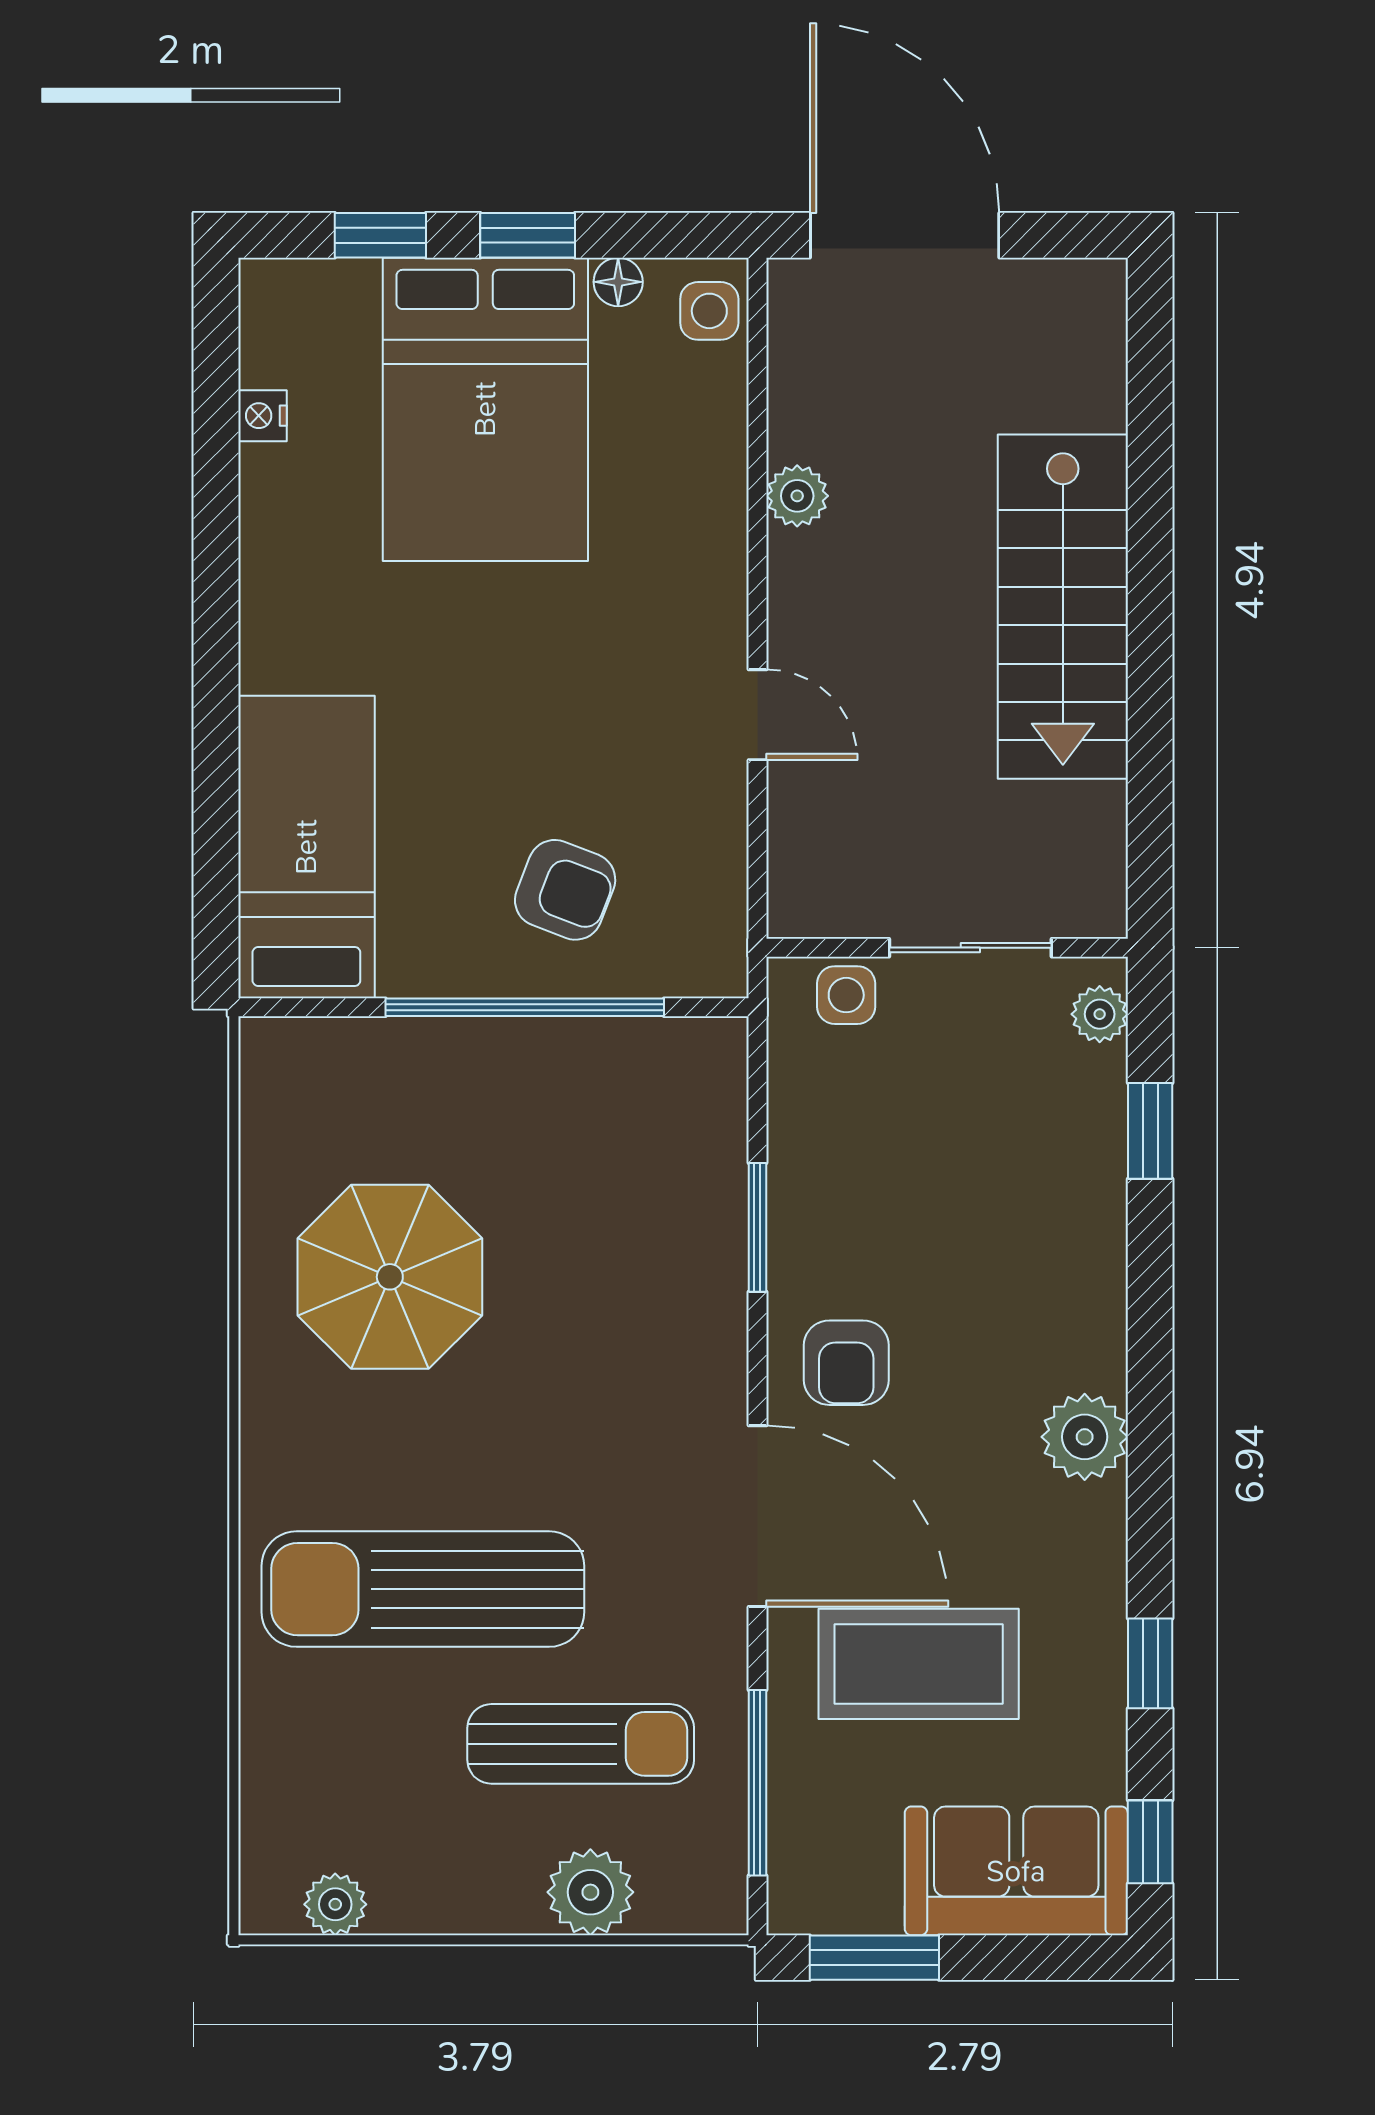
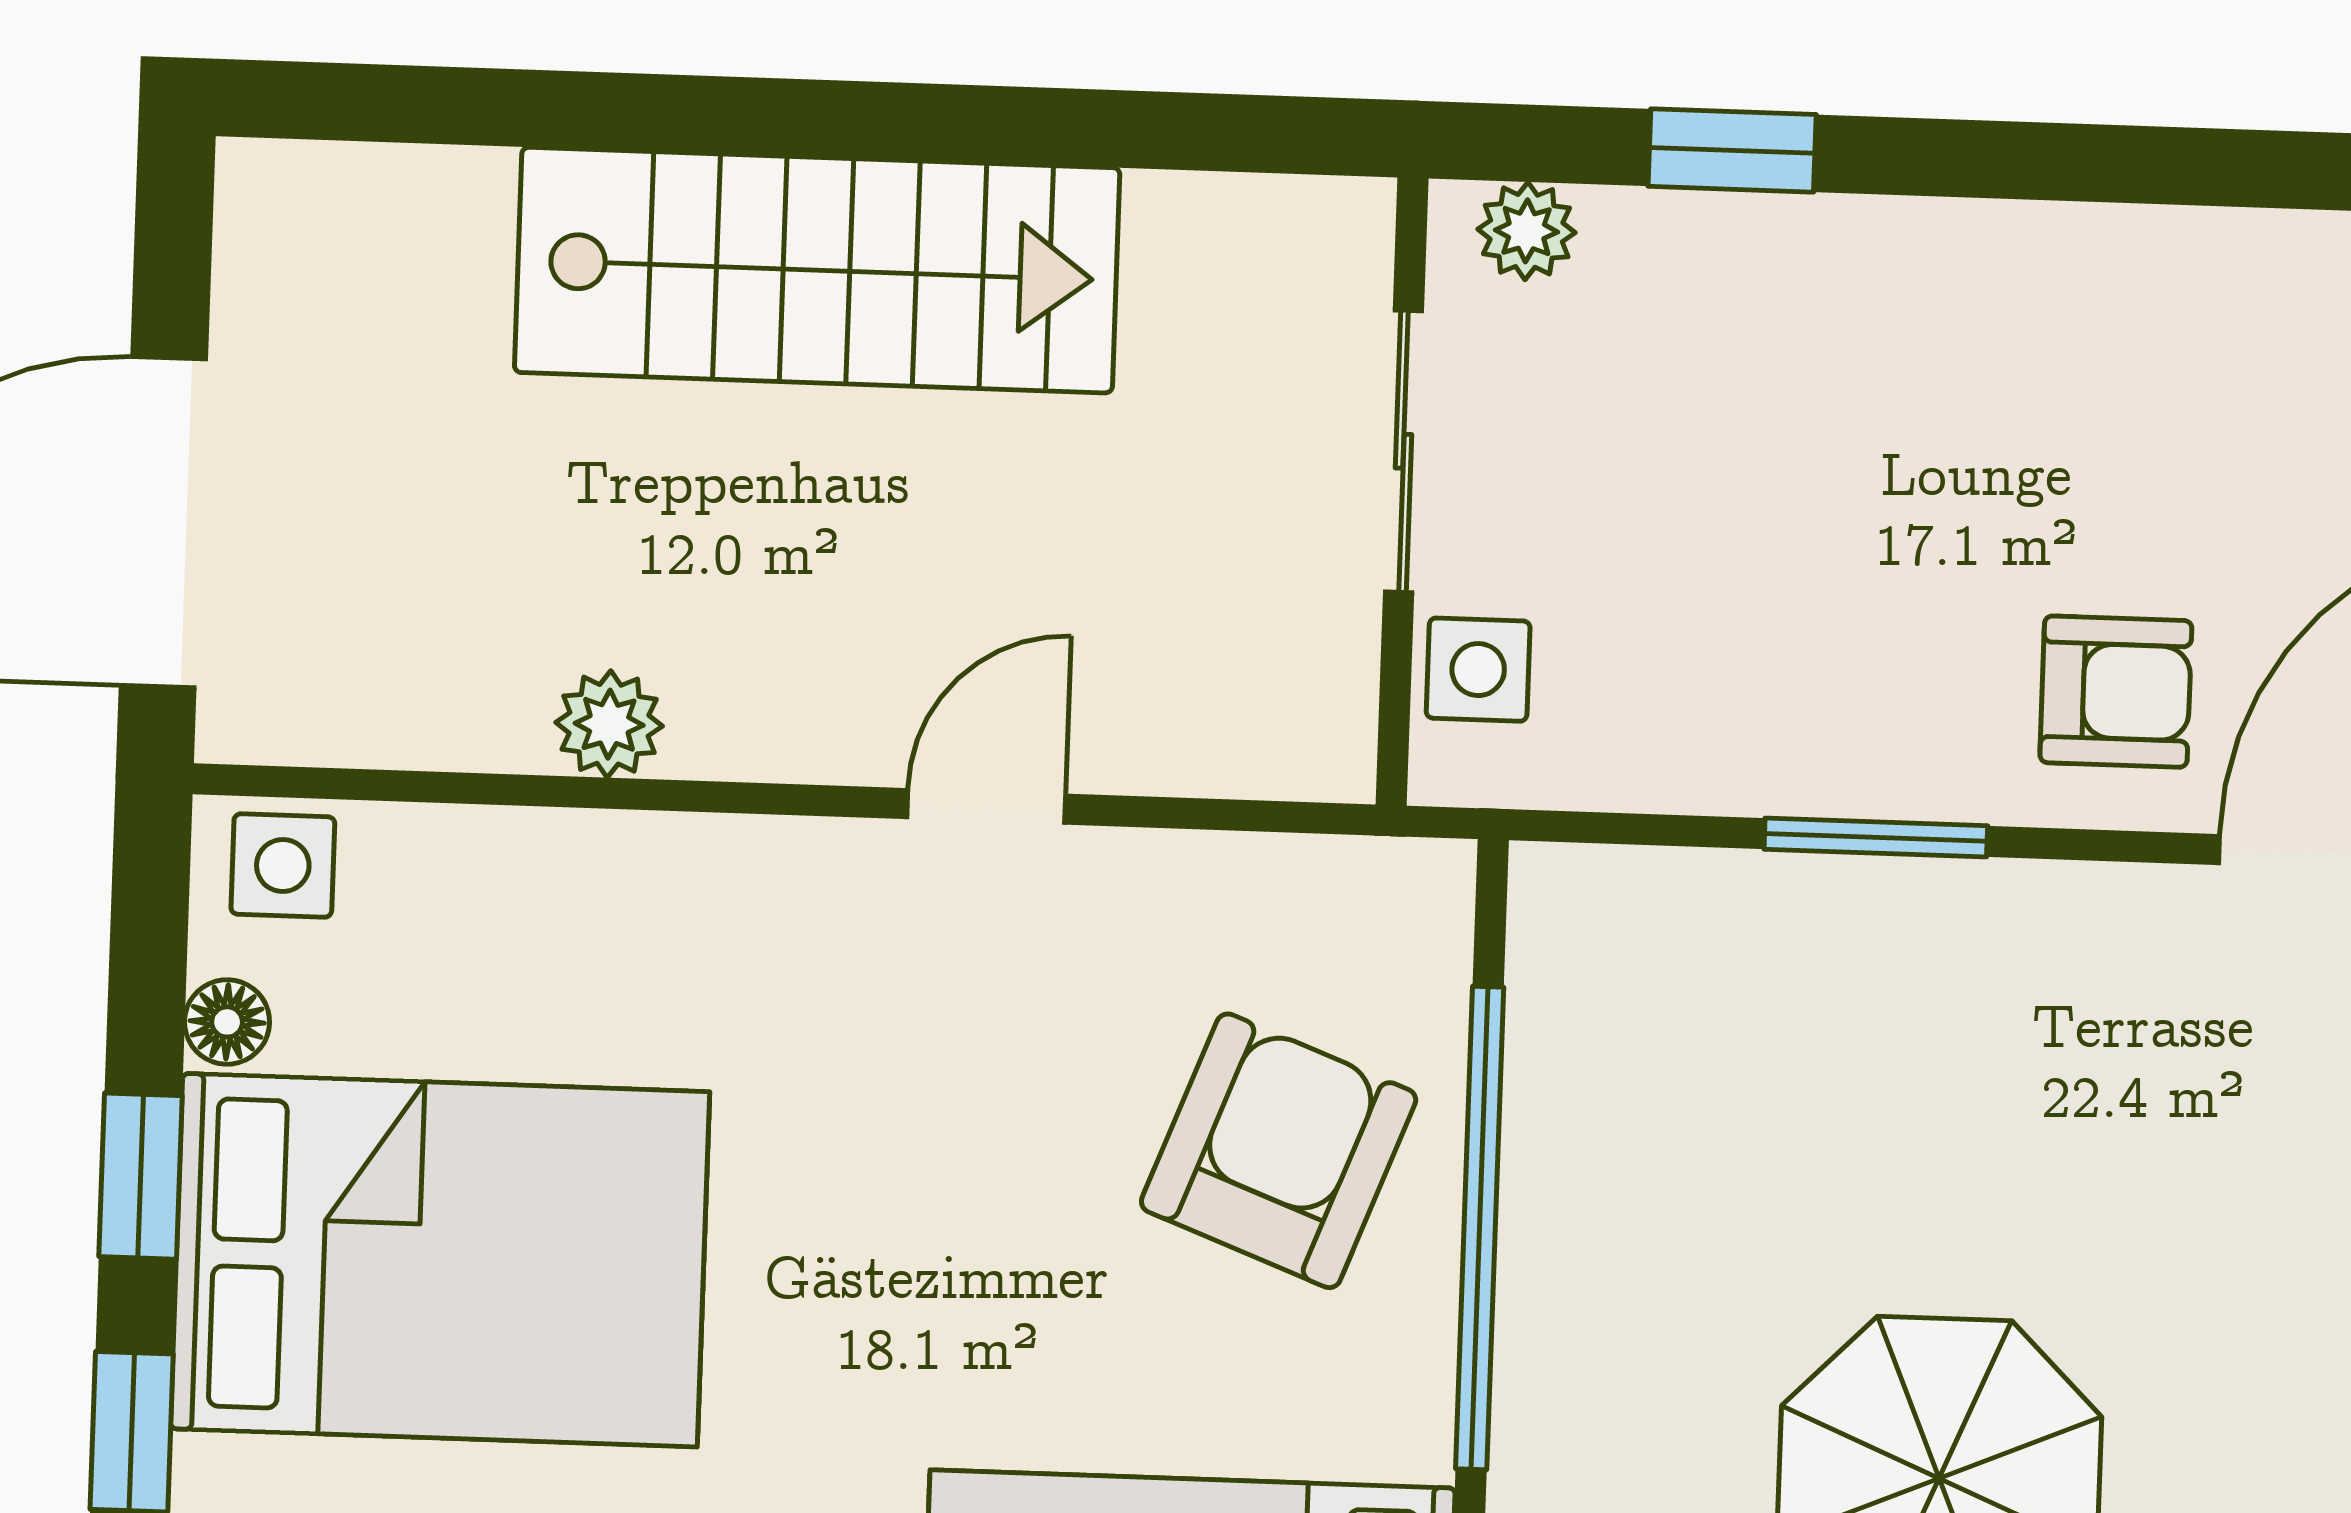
armchair: (565, 890) -> (1279, 1151), width x1.38, depth x1.38
plant: (1085, 1437) -> (2259, 283), removed

